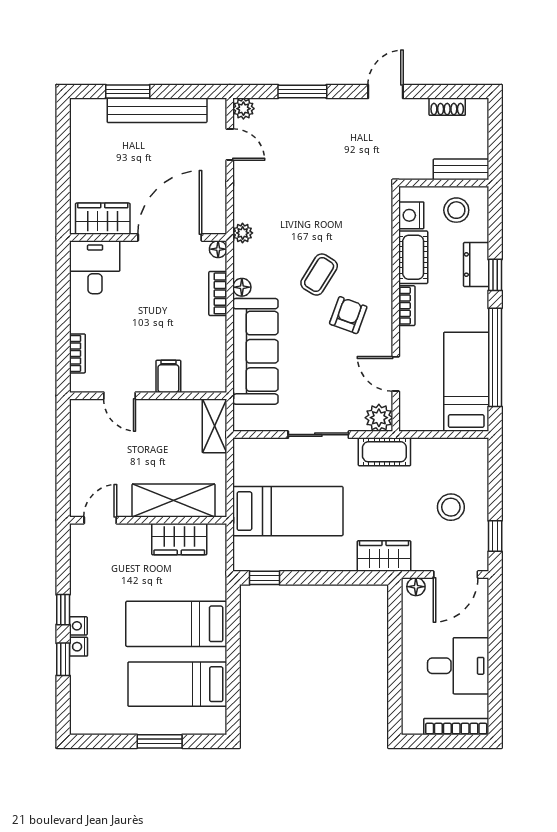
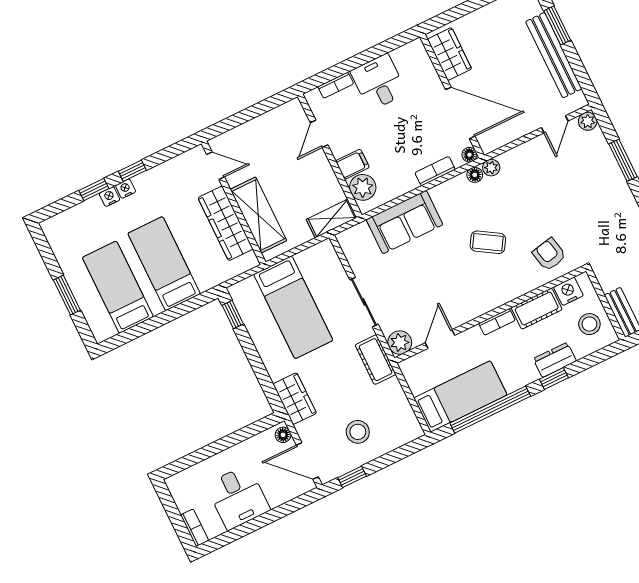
desk: (95, 267) -> (379, 82), moved, turned -90
floor lamp: (242, 287) -> (475, 175), moved
armchair: (348, 315) -> (549, 254), moved, turned -122
sofa: (255, 351) -> (405, 222), width x0.73
plant: (198, 377) -> (363, 187), added
wardrobe: (179, 539) -> (225, 223), width x1.50
bookcase: (456, 727) -> (195, 528), width x0.64

